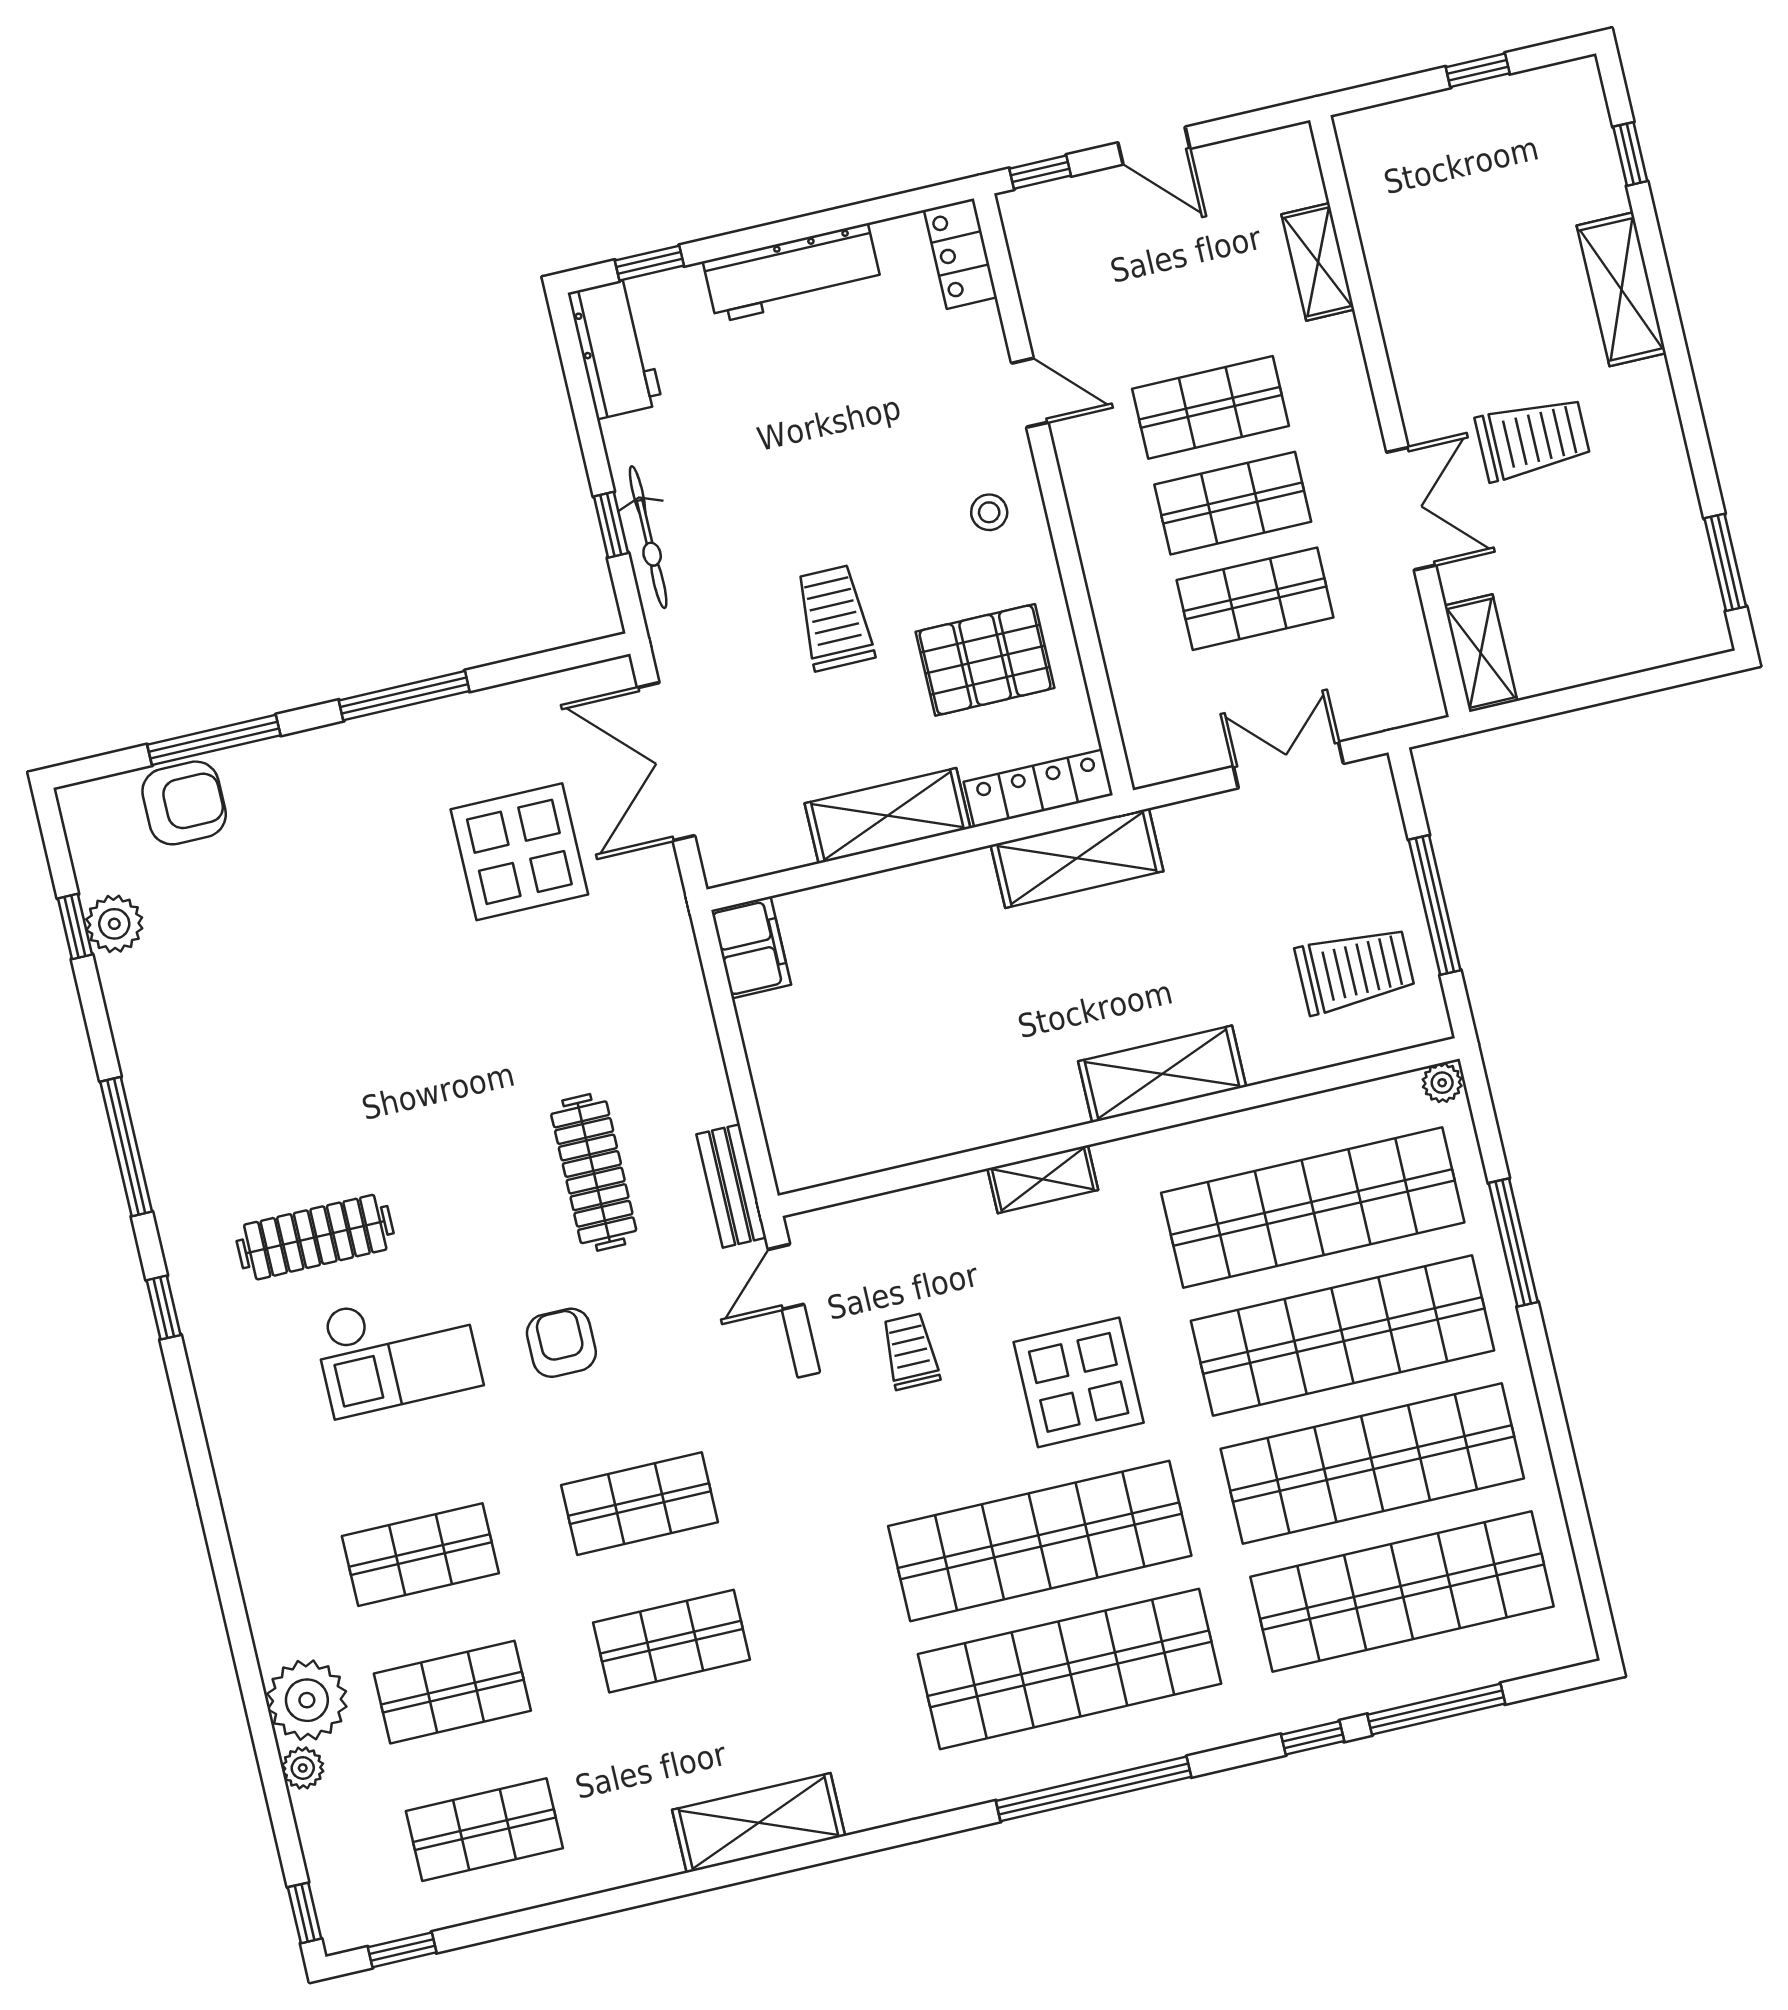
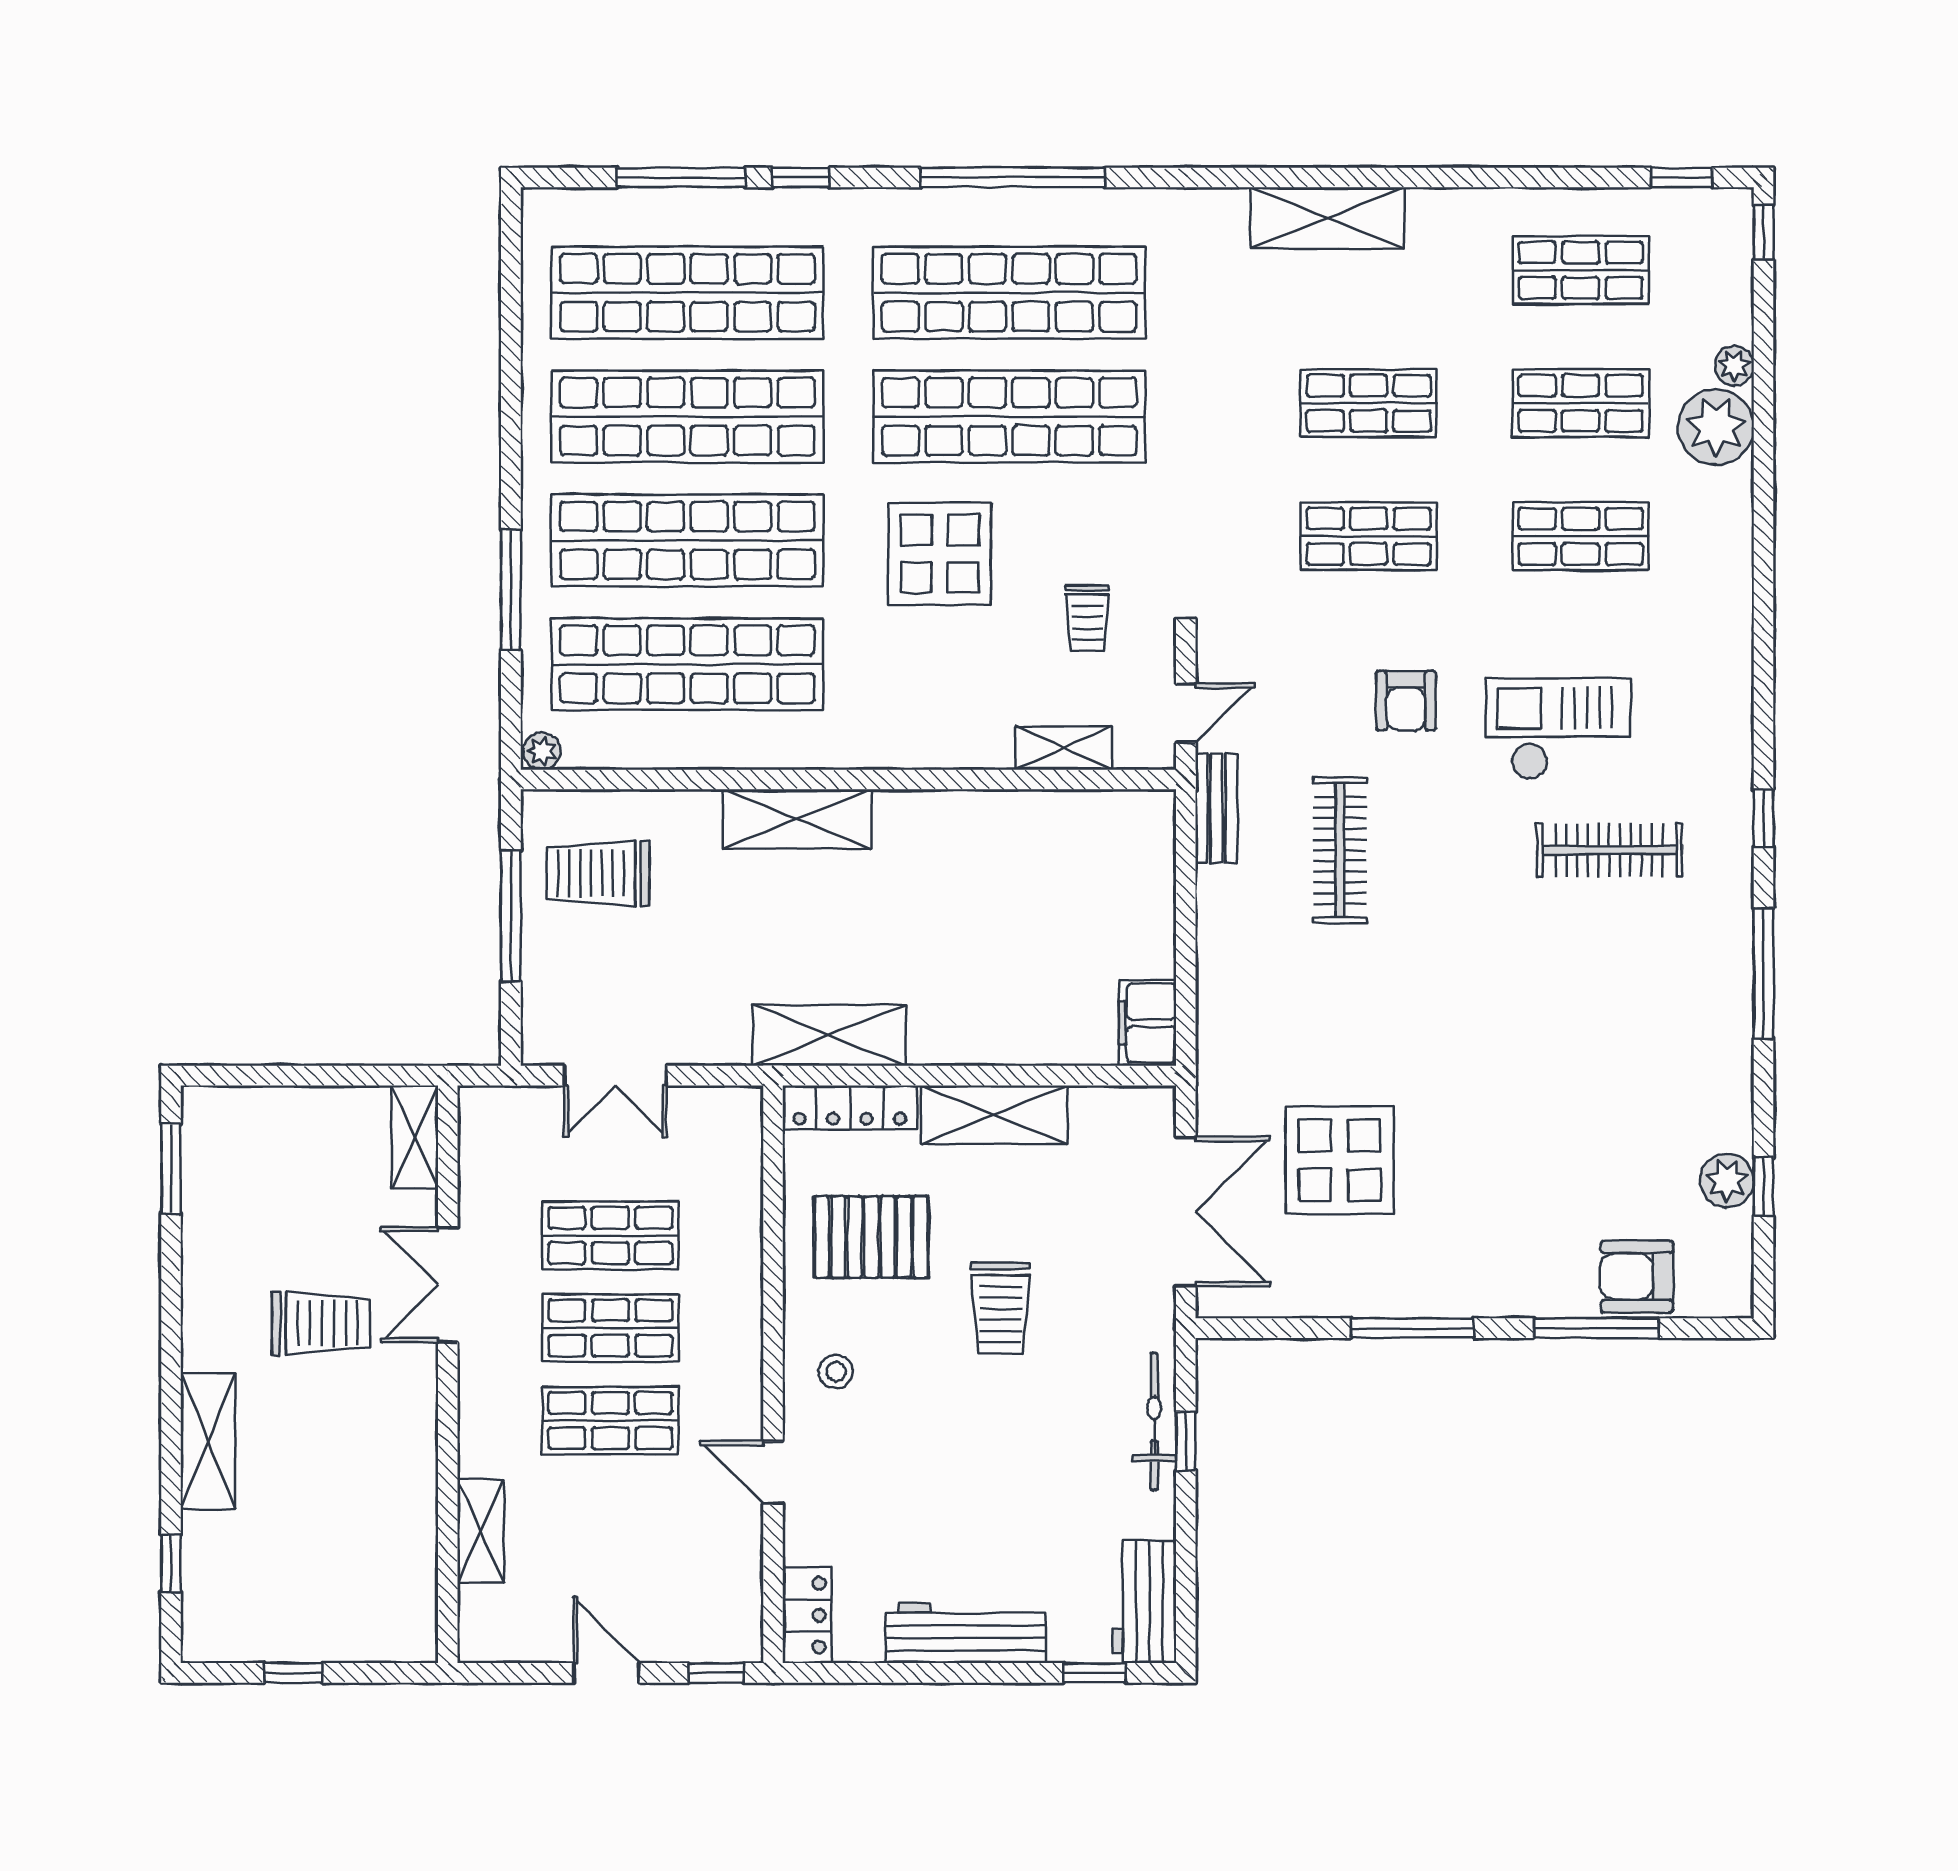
trolley: (1533, 439) -> (321, 1323), turned 180
shelving: (1043, 1179) -> (1064, 748), moved

